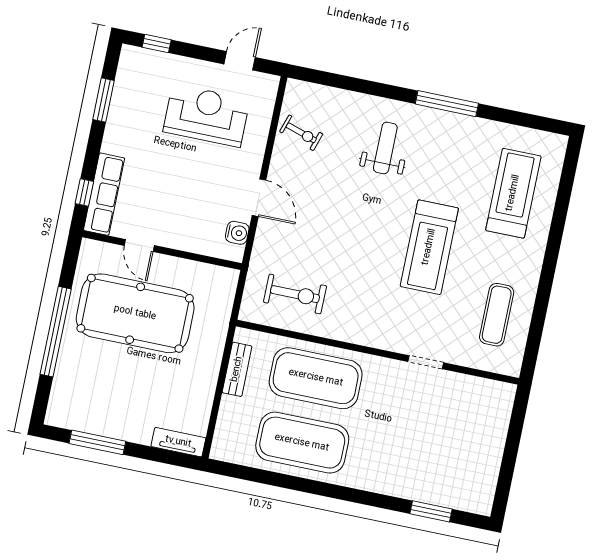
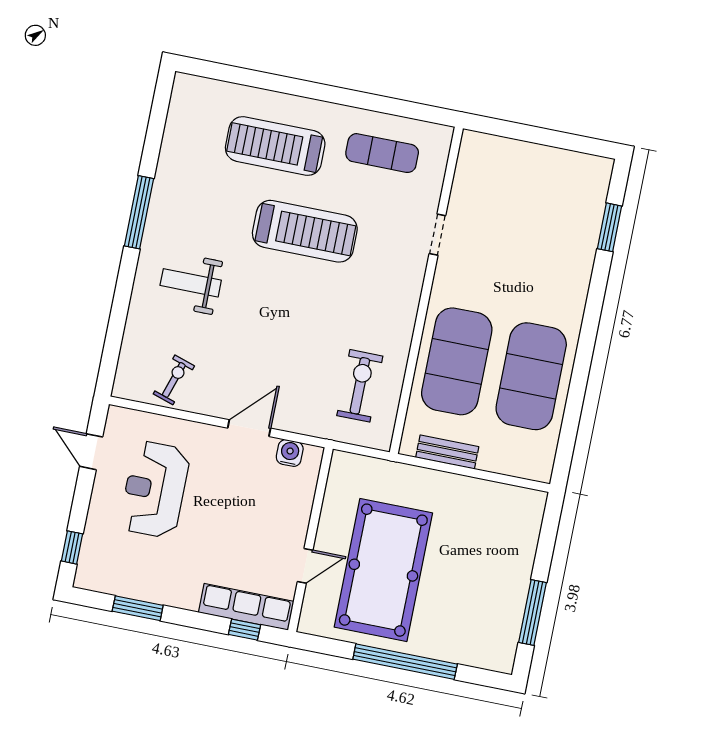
treadmill: (513, 193) -> (275, 146), moved
tv unit: (178, 442) -> (532, 519), removed

